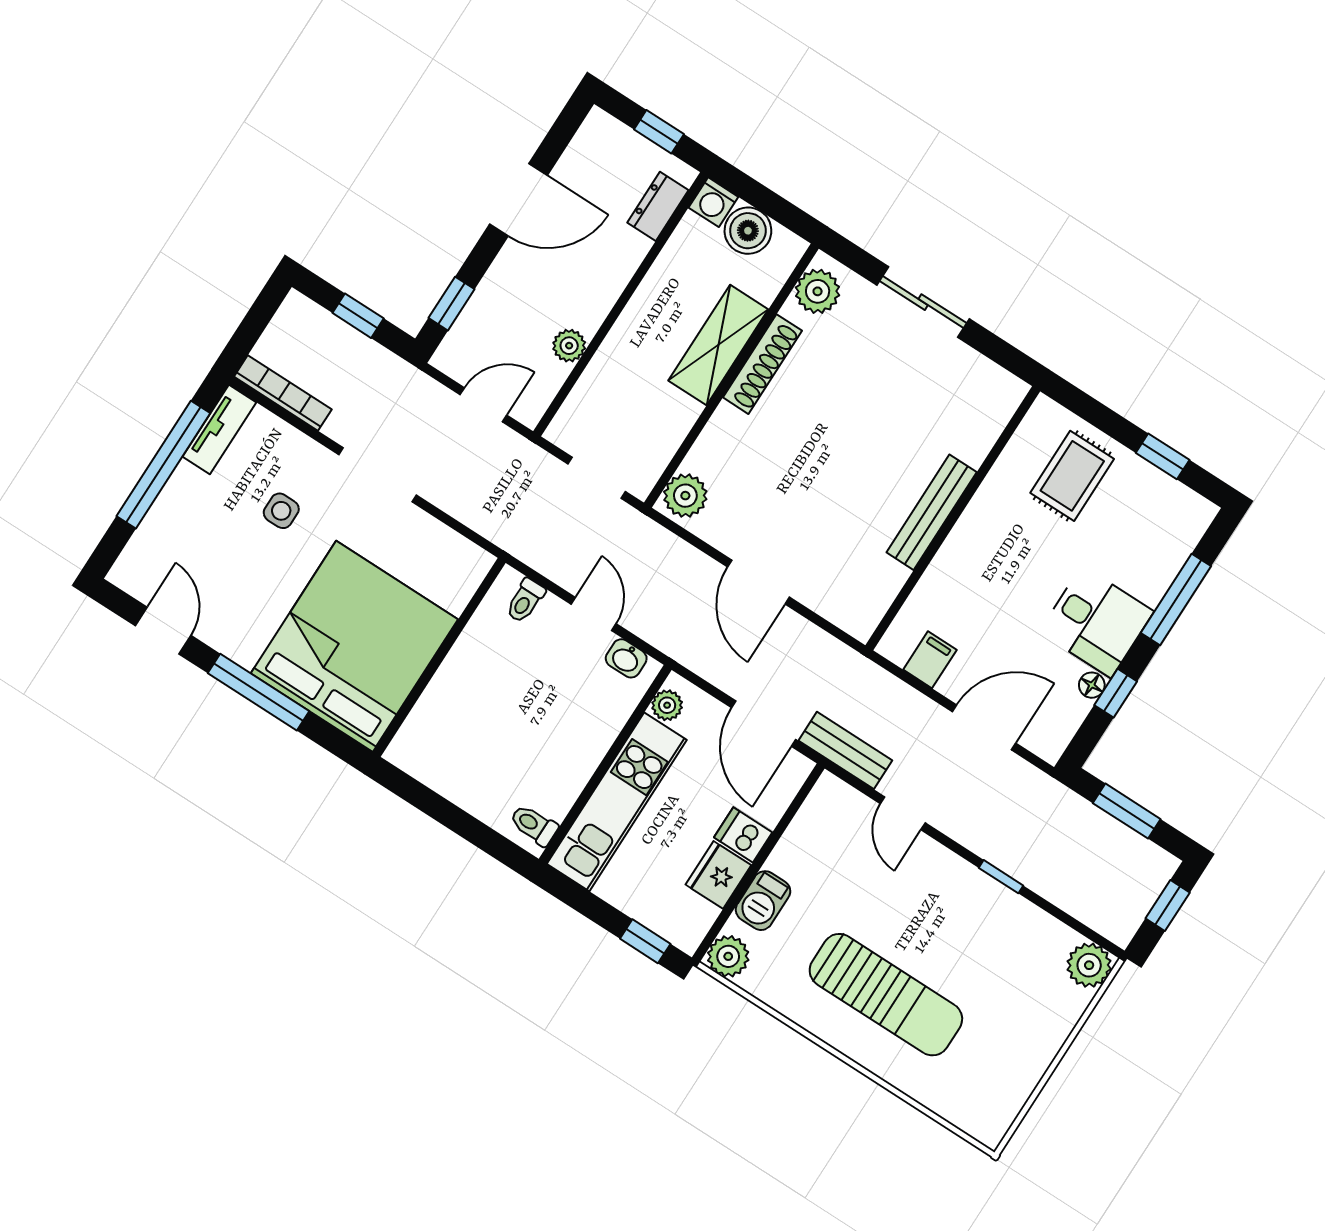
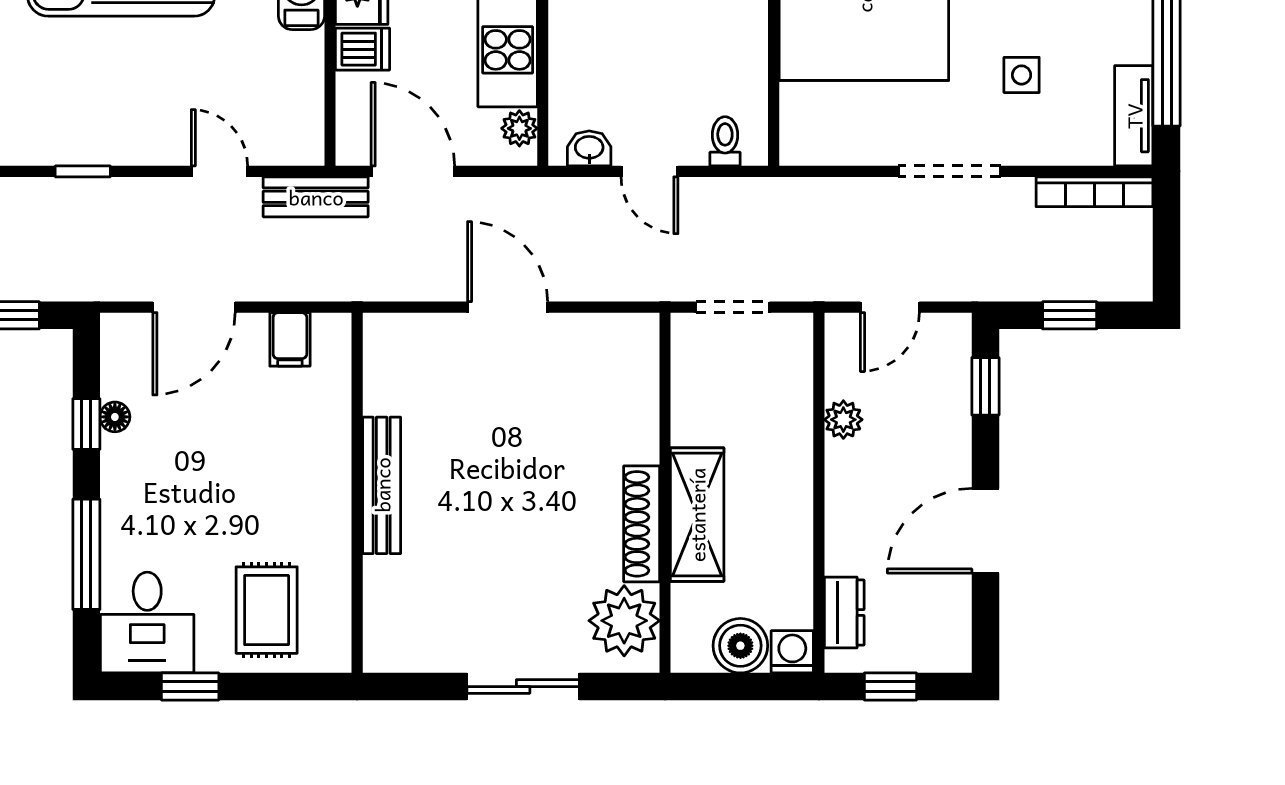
plant: (818, 291) -> (624, 621), width x1.36, depth x1.36
plant: (685, 496) -> (634, 346), removed
desk: (1096, 622) -> (147, 623), moved, turned -90

